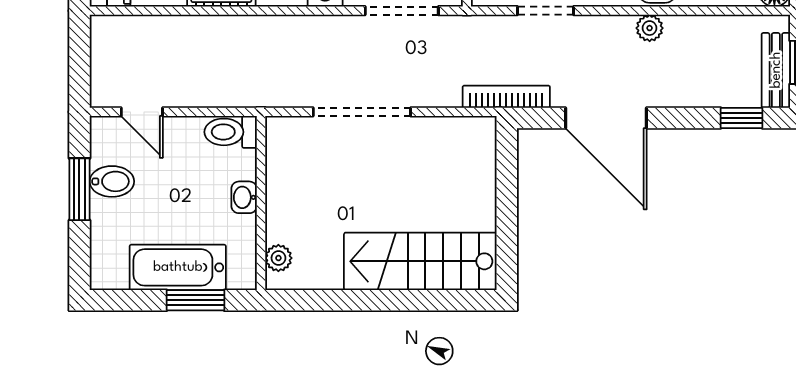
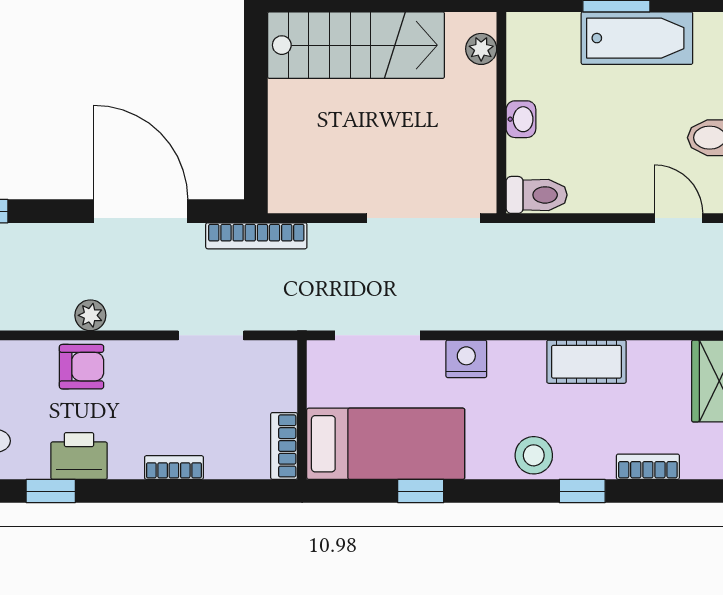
toilet: (231, 132) -> (537, 195), moved
washbasin: (244, 197) -> (521, 119), moved
wall: (261, 203) -> (501, 113), moved
plant: (278, 258) -> (481, 49), moved

